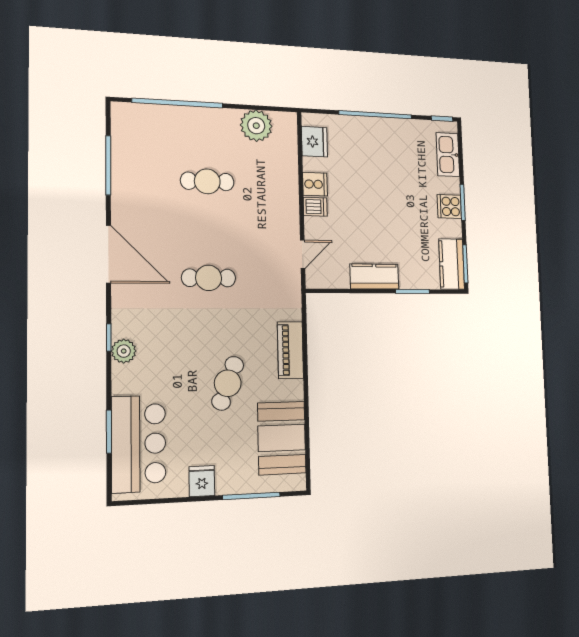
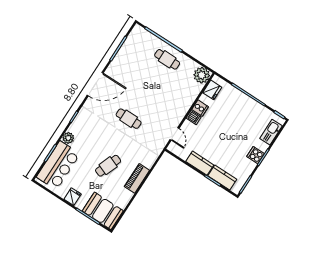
plant: (256, 126) -> (202, 75), moved
cafe table: (207, 181) -> (167, 59), moved
door: (108, 254) -> (95, 84), hinge flipped
door: (303, 254) -> (174, 134), hinge flipped
kitchen counter: (452, 264) -> (222, 178), moved, turned 90
piano: (290, 350) -> (137, 178), moved
plant: (124, 351) -> (68, 138), moved
booth: (282, 438) -> (103, 211), moved, turned 90

